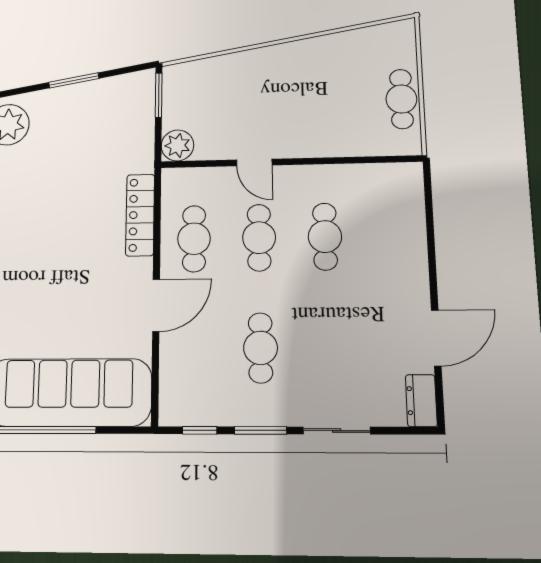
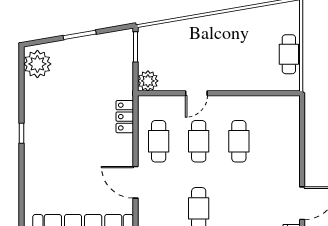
door: (254, 162) -> (196, 93), hinge flipped
locker: (140, 215) -> (125, 117), width x0.66
door: (156, 305) -> (135, 182), swing flipped

